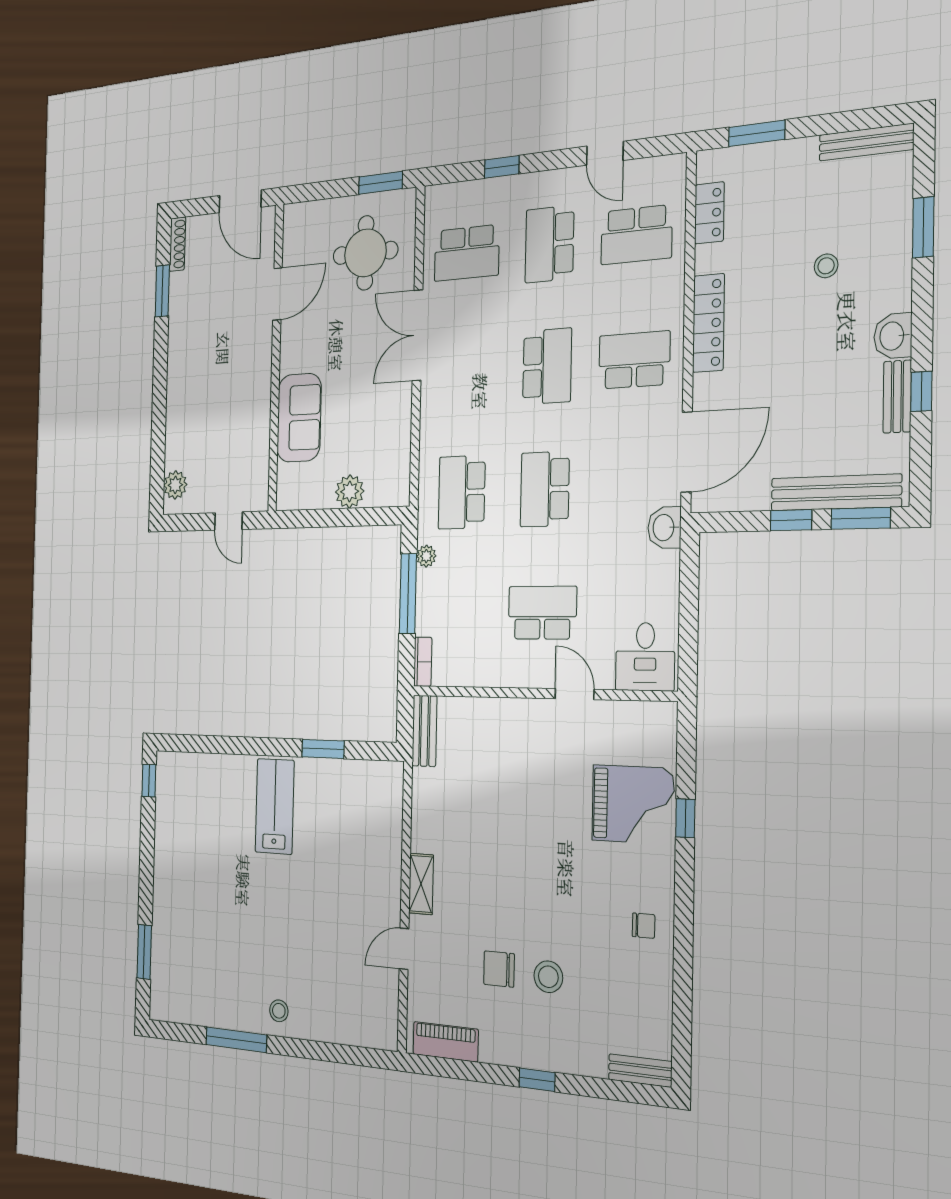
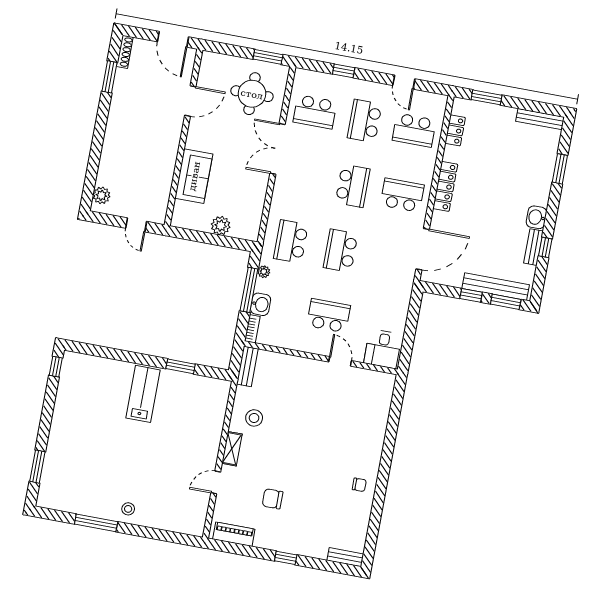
stool: (826, 266) -> (510, 174), removed
washbasin: (664, 528) -> (261, 304), moved, turned 180
grand piano: (633, 804) -> (363, 423), removed
window: (685, 818) -> (391, 434), removed
stool: (548, 977) -> (254, 418), moved

